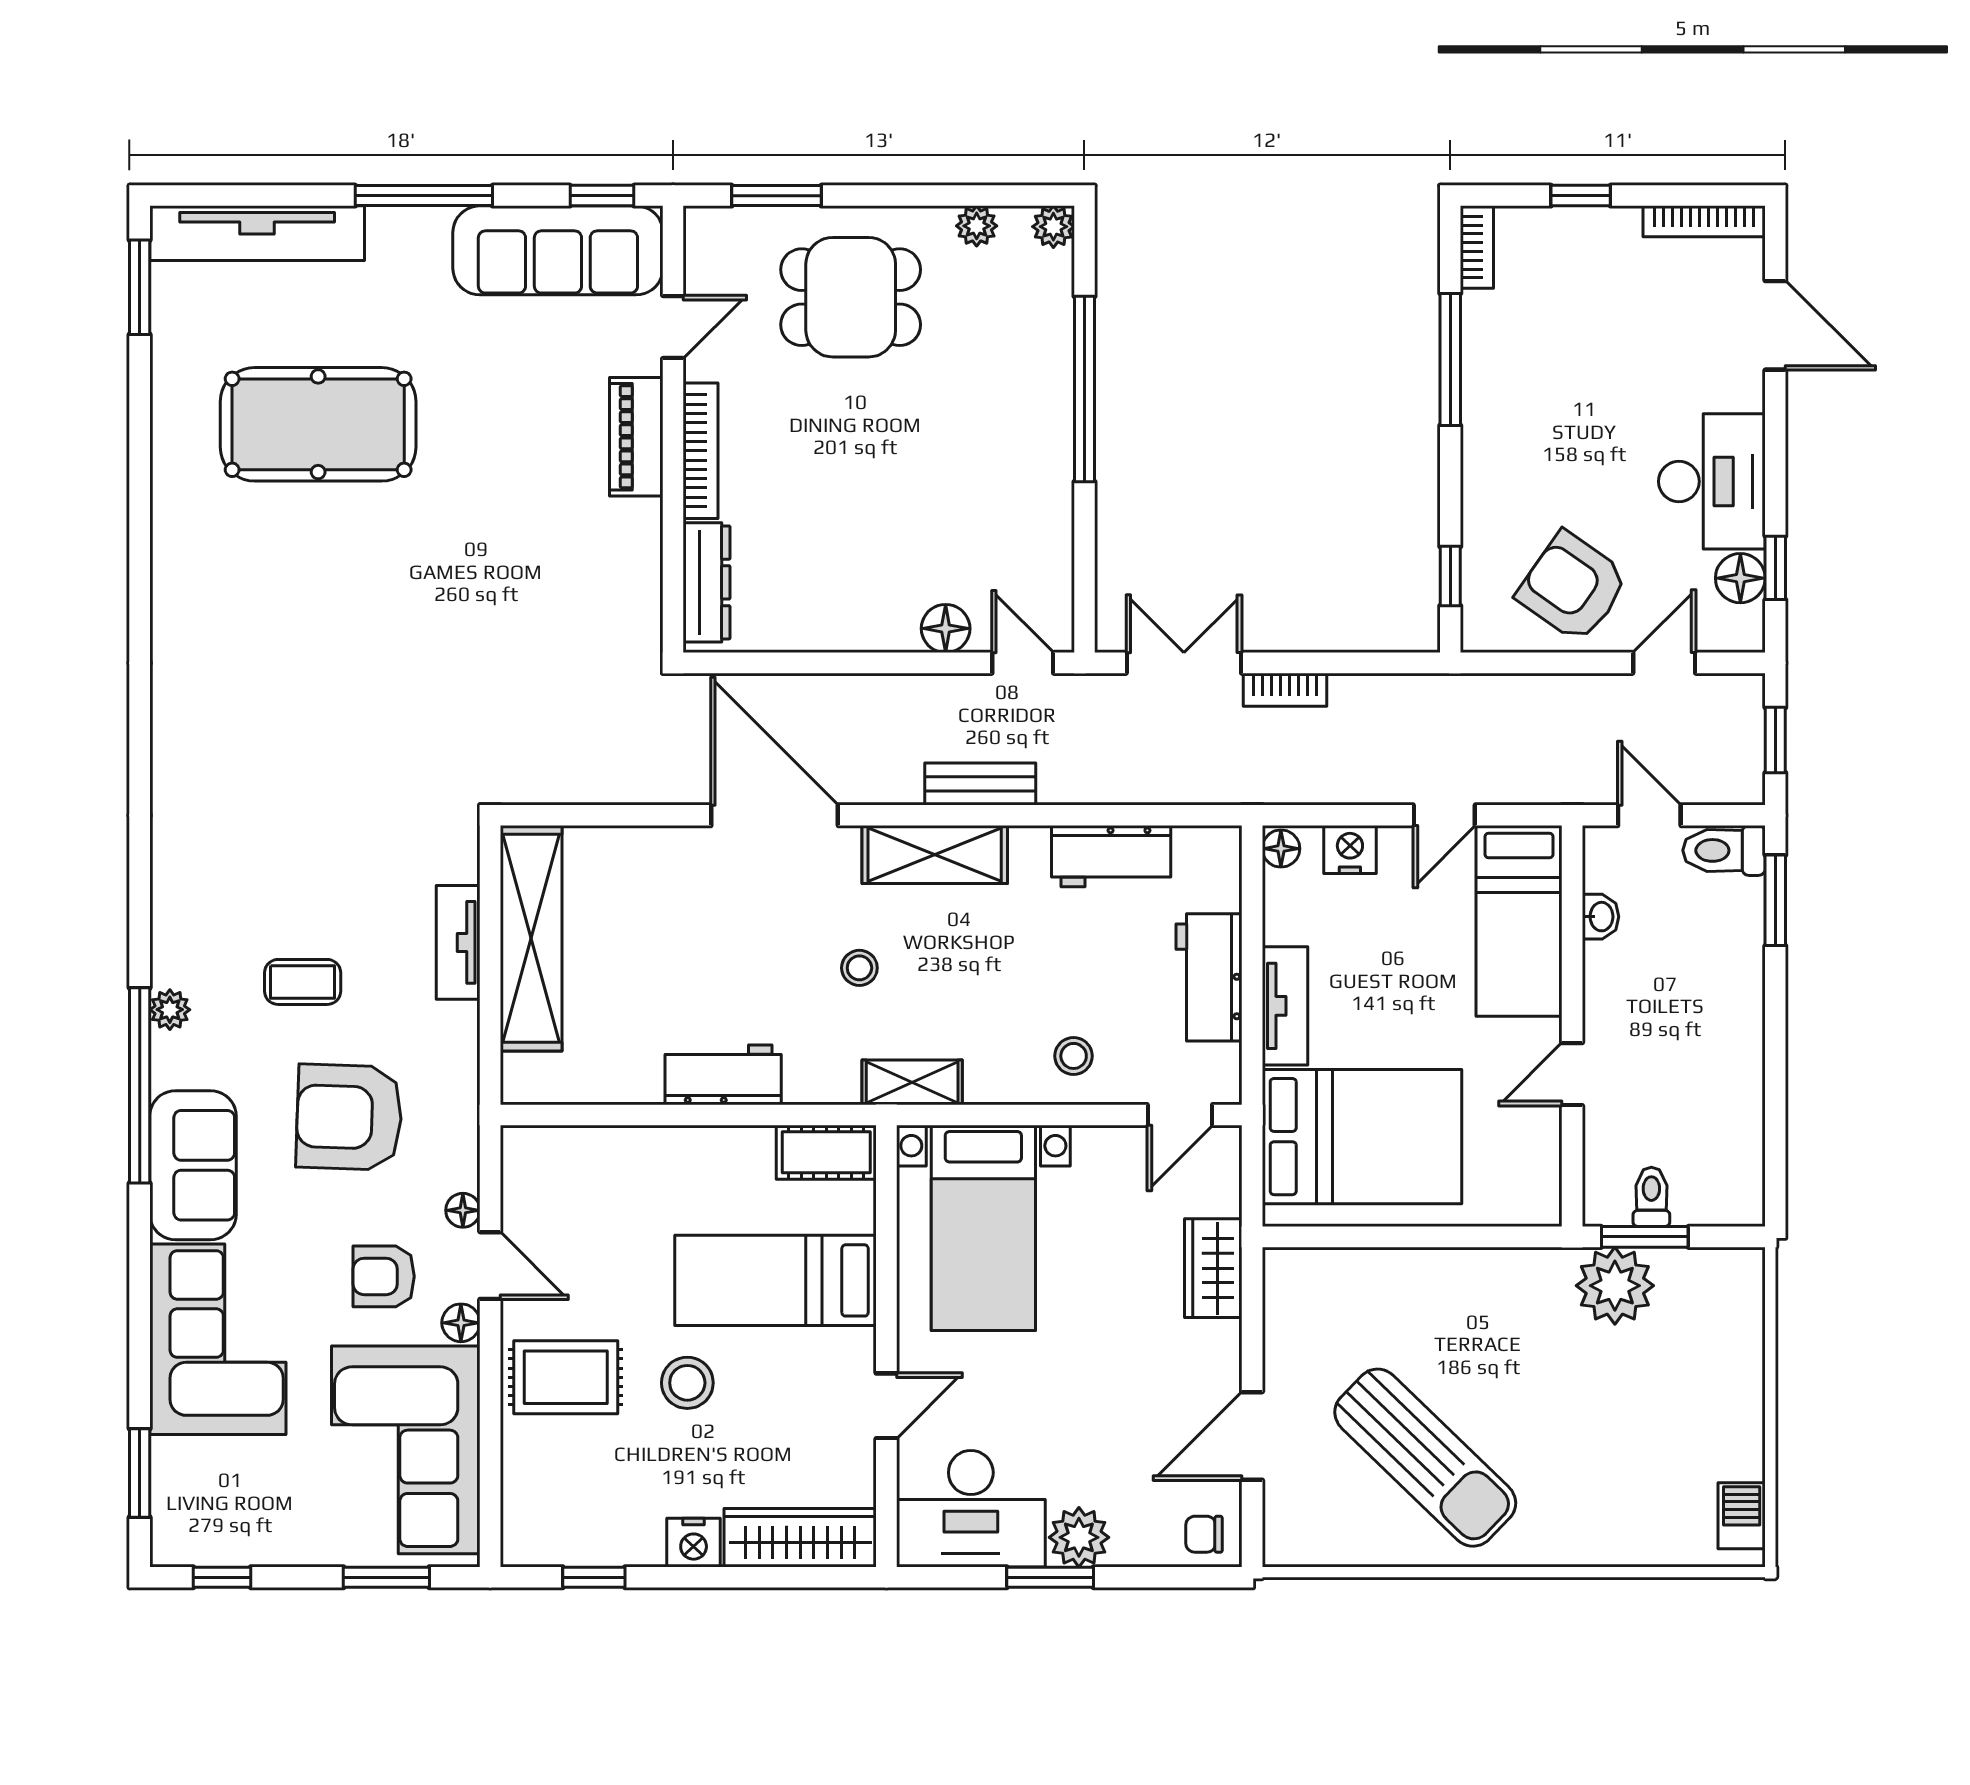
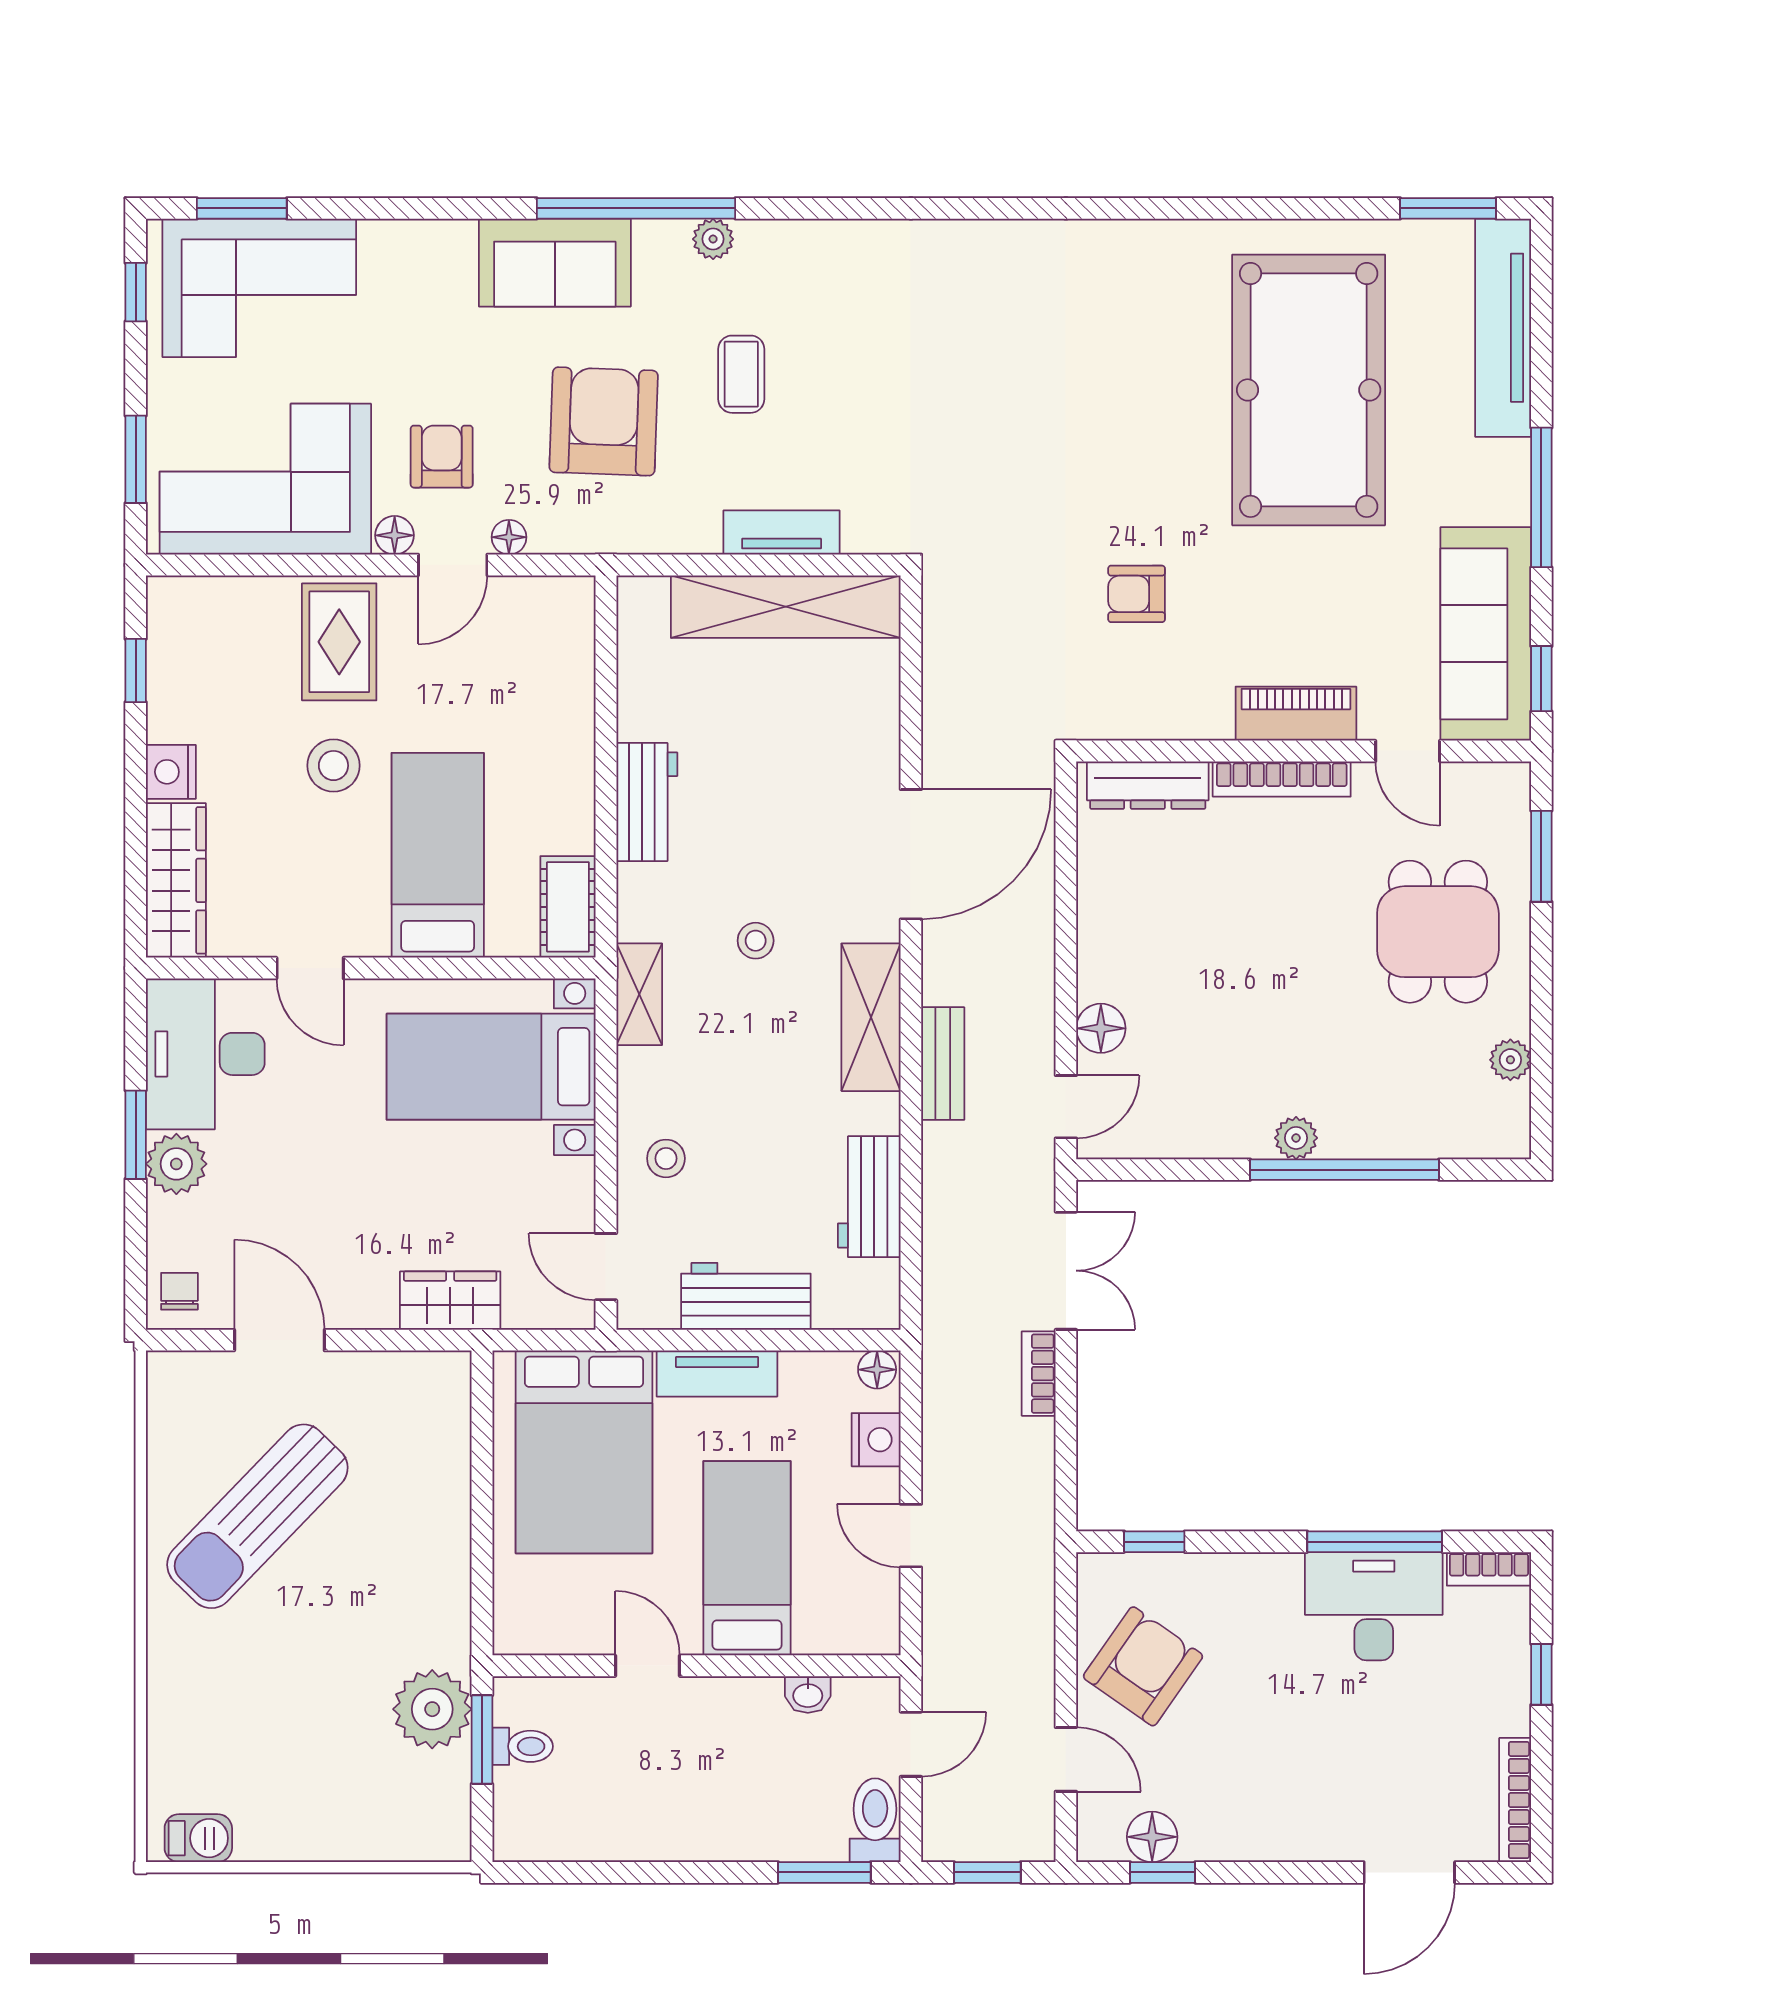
plant: (1053, 227) -> (1296, 1138), moved
pool table: (318, 424) -> (1309, 390), width x1.36, depth x1.32
desk: (1712, 481) -> (1374, 1606), moved, turned 180
armchair: (519, 593) -> (1137, 594), added
bed: (1519, 921) -> (747, 1558), moved, turned 90
corner sofa: (218, 1339) -> (259, 288), moved

